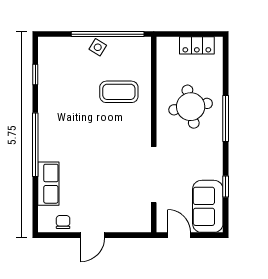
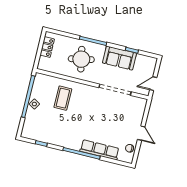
row of seats: (48, 184) -> (100, 150), width x1.48
sofa: (208, 206) -> (119, 58), moved

